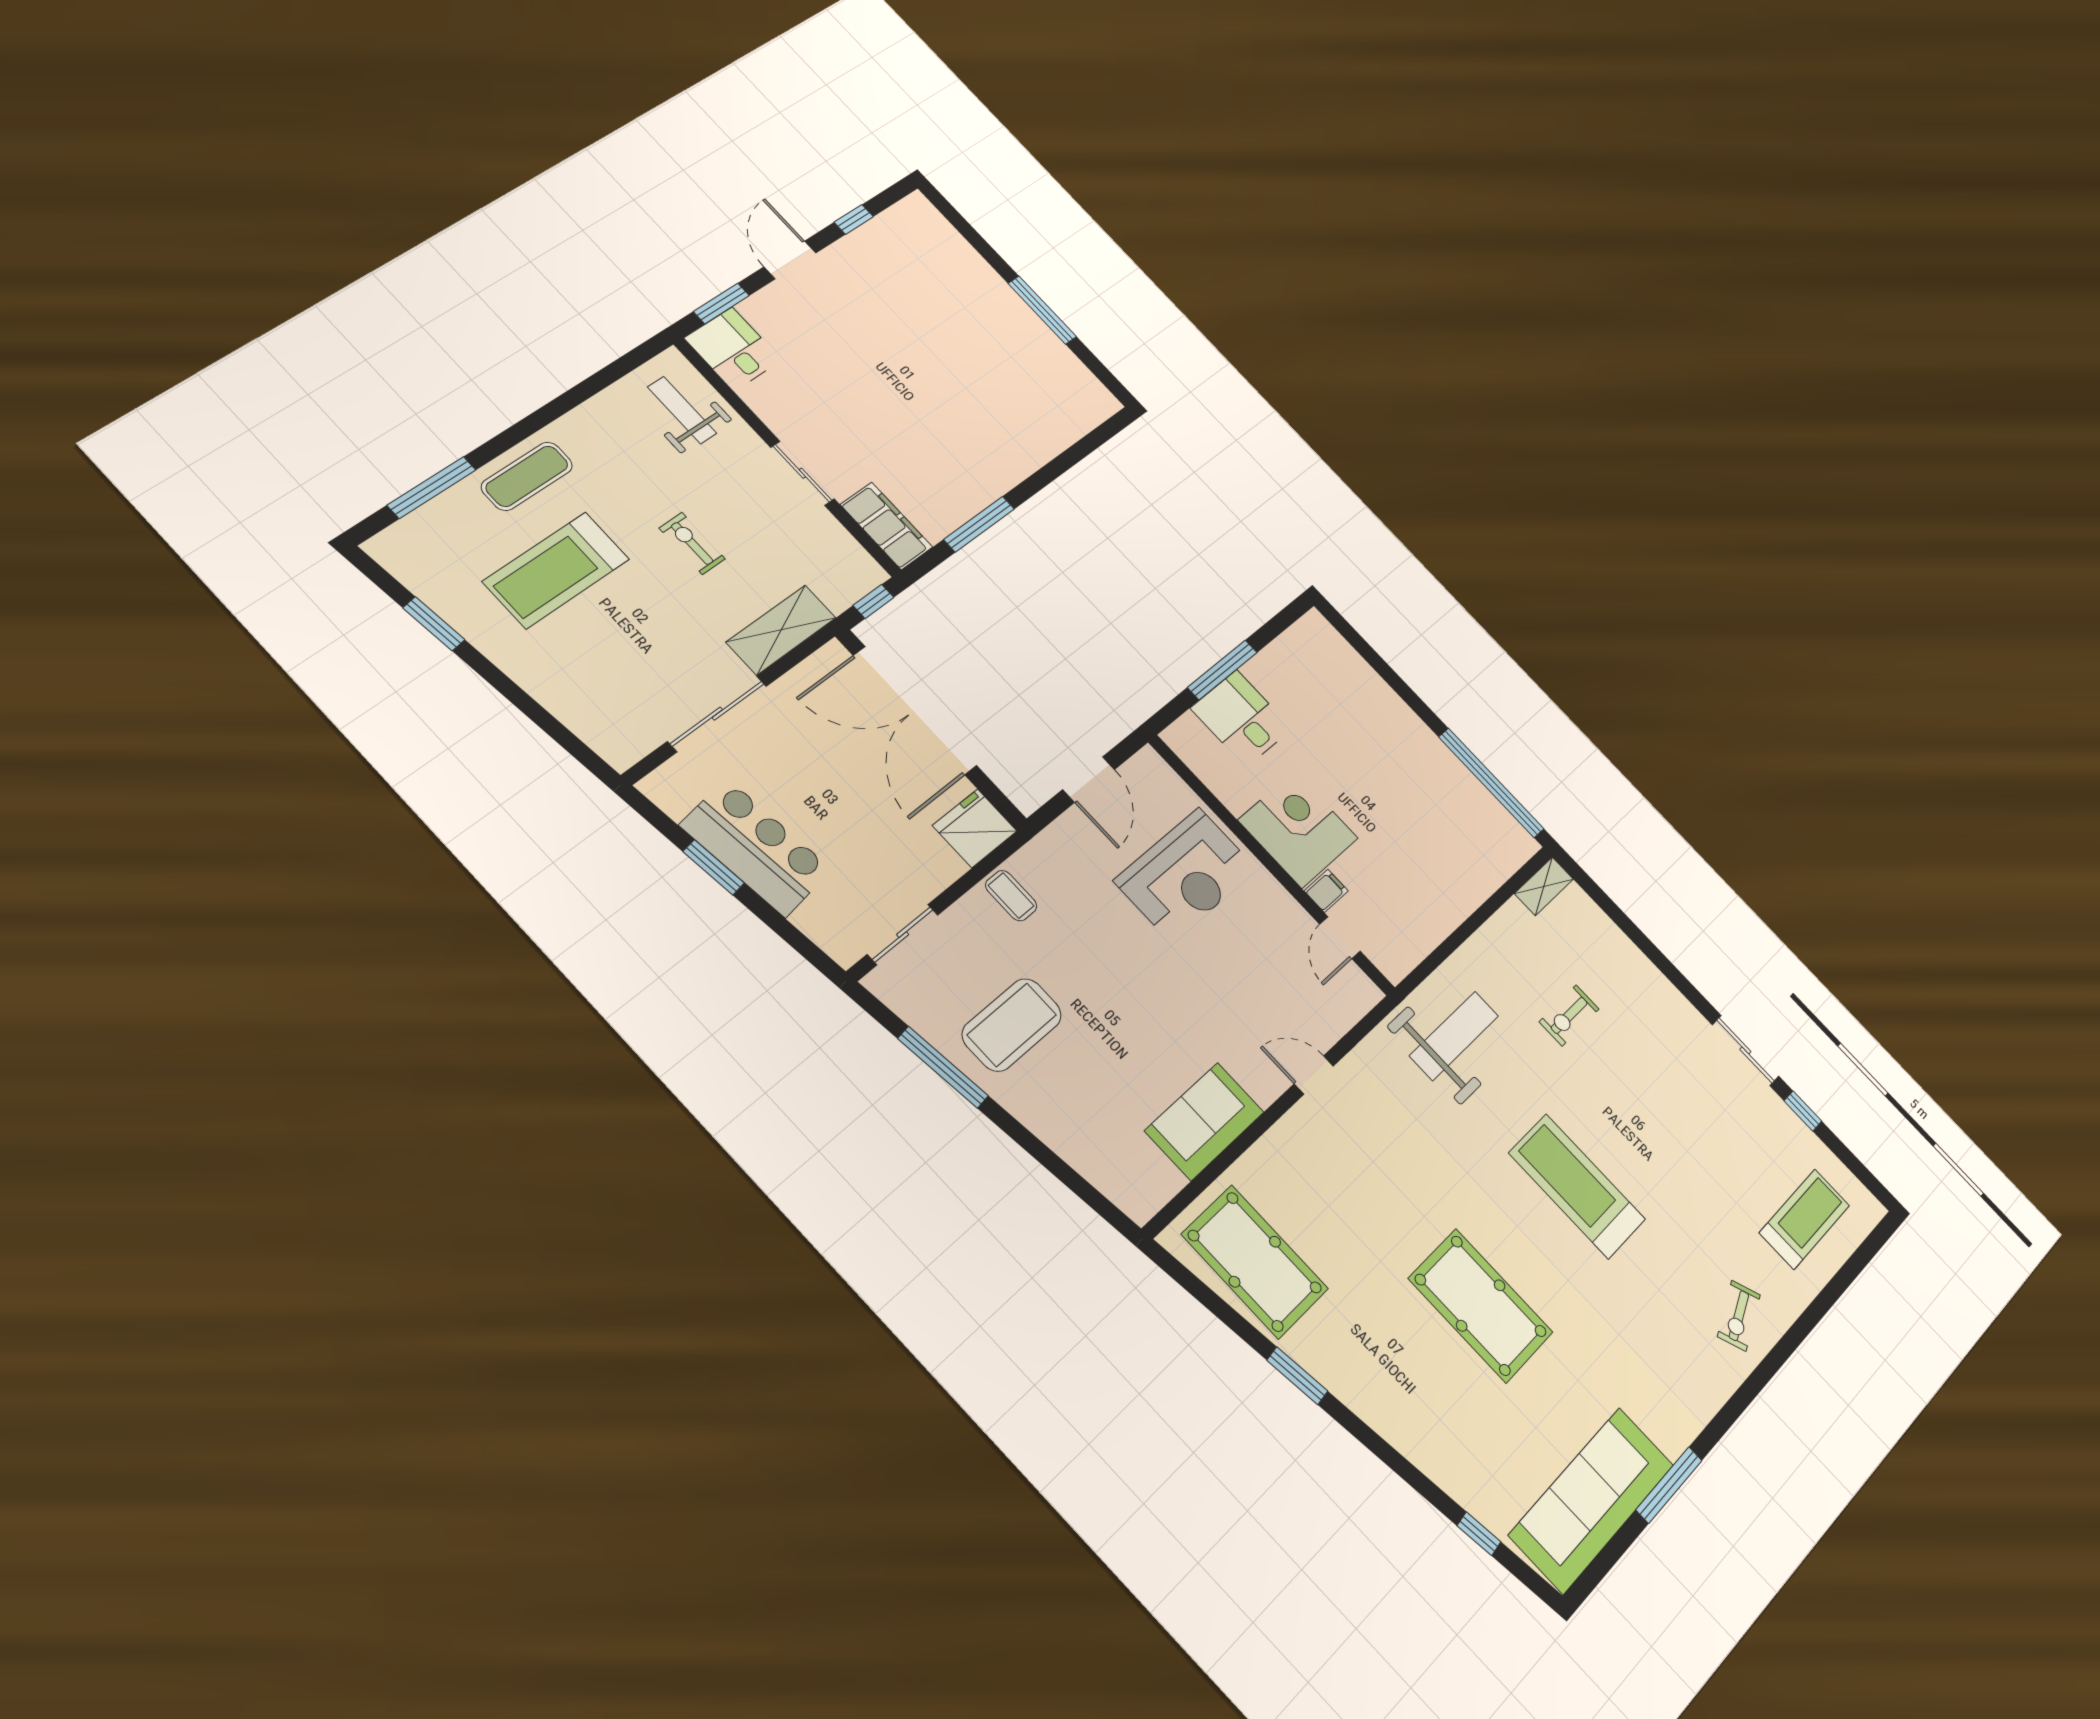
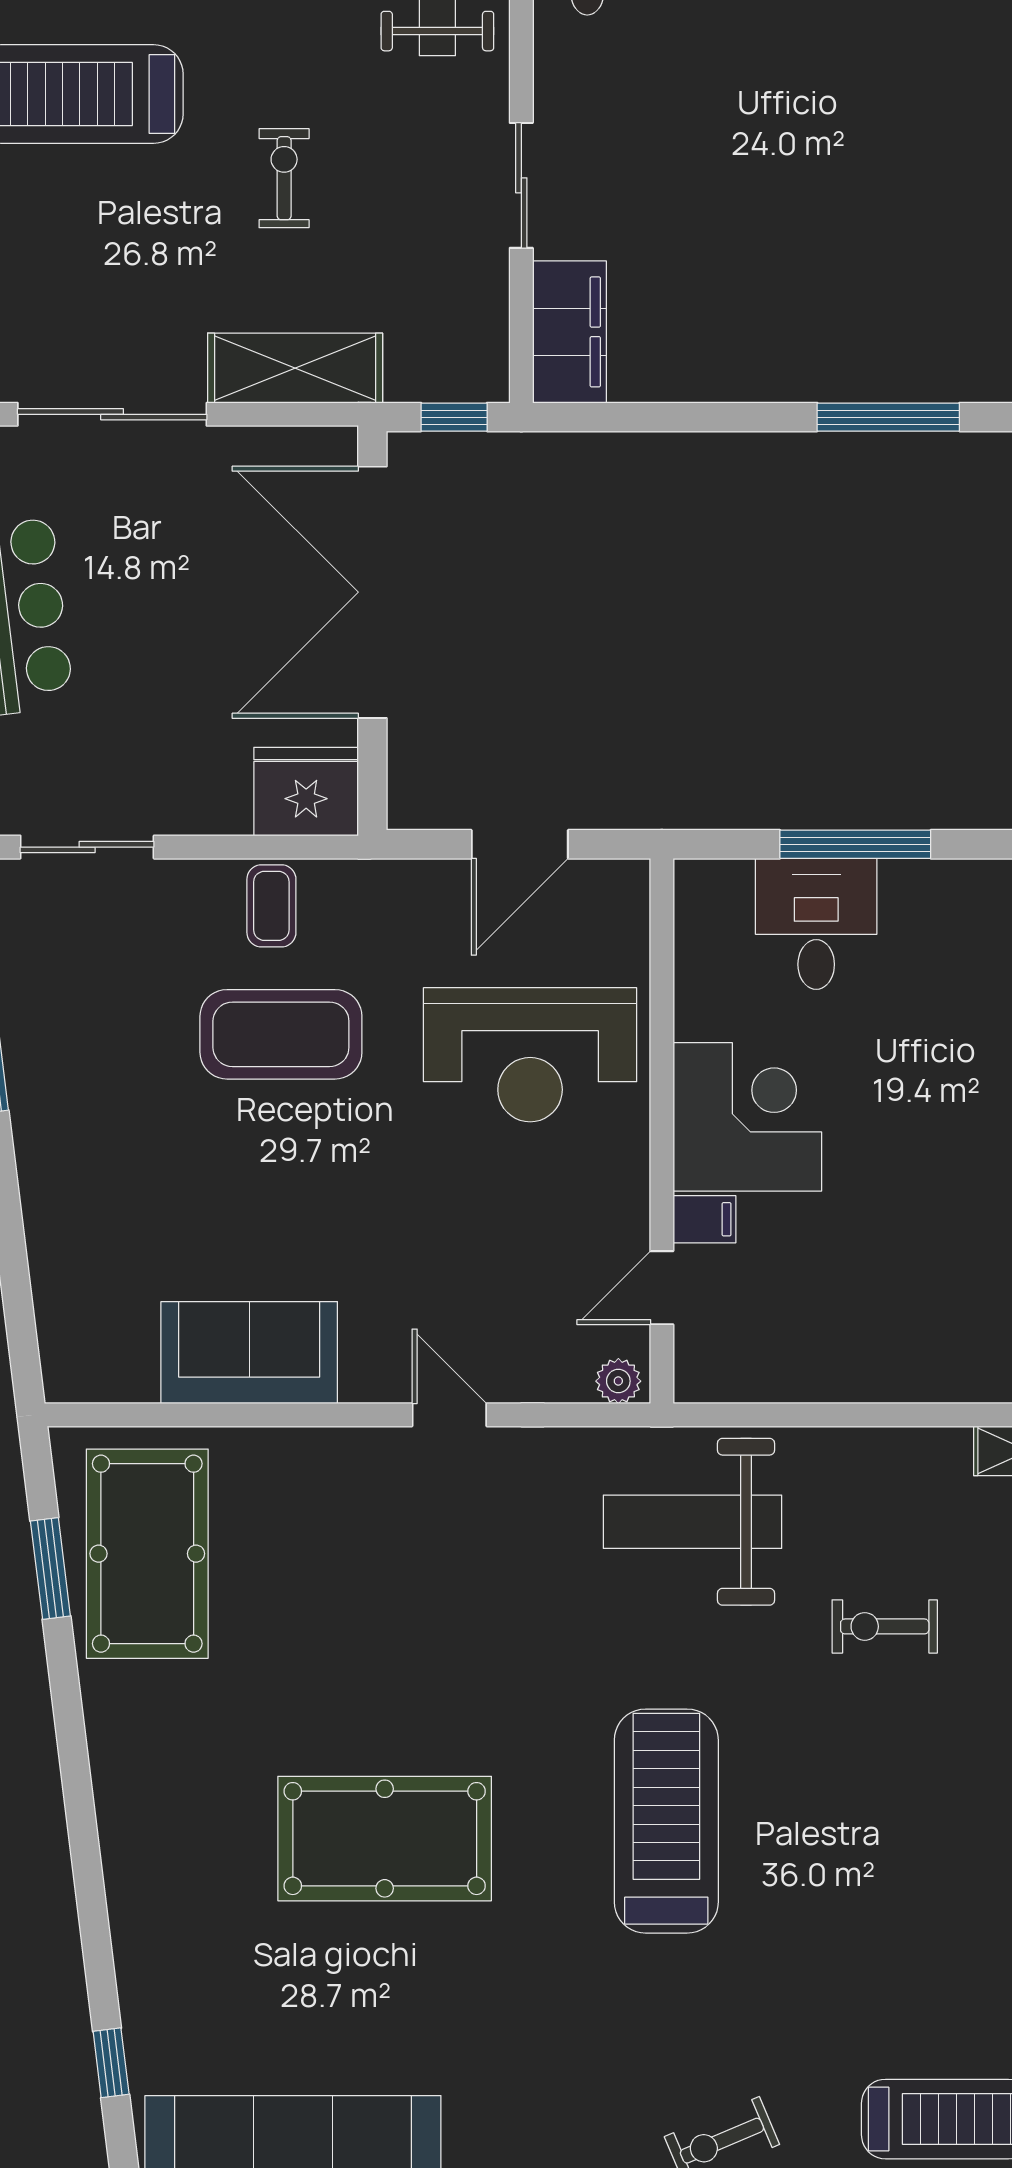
window: (979, 524) -> (888, 417), moved
plant: (1364, 997) -> (618, 1381), added
coffee table: (1012, 1025) -> (281, 1034), moved
weight bench: (1454, 1036) -> (692, 1522), turned 180
pool table: (1481, 1305) -> (385, 1839), turned 90
window: (1297, 1376) -> (50, 1569), moved

